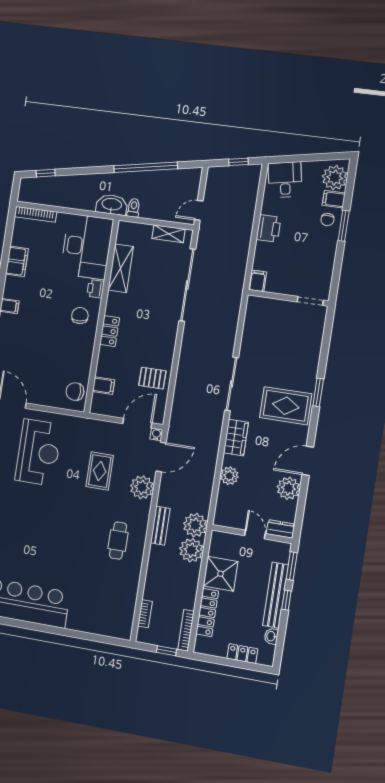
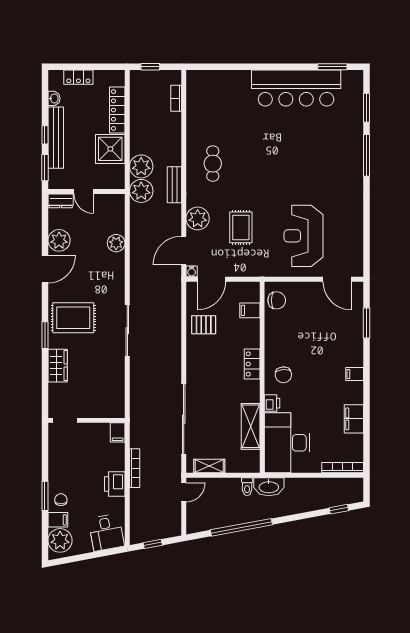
wardrobe: (236, 438) -> (58, 366), moved, turned 180
bookcase: (186, 630) -> (135, 468), moved

